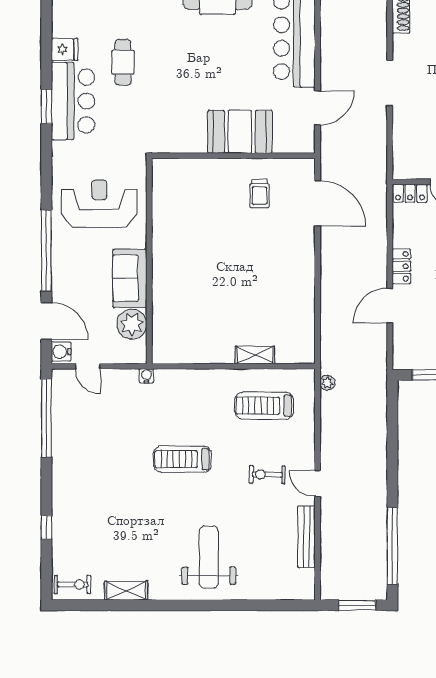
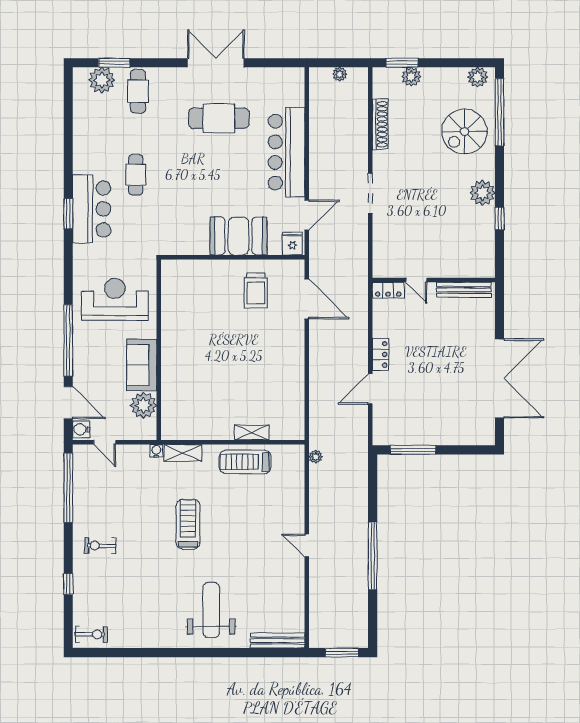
fridge: (65, 50) -> (292, 243), moved, turned -90
trolley: (260, 194) -> (256, 290), width x1.36, depth x1.39
treadmill: (264, 406) -> (245, 462), moved
treadmill: (182, 459) -> (188, 524), turned 90
exercise bike: (267, 475) -> (100, 546), moved
bench: (306, 537) -> (278, 641), moved, turned 90
window: (392, 546) -> (373, 556), moved
shelving: (126, 591) -> (183, 453), moved

